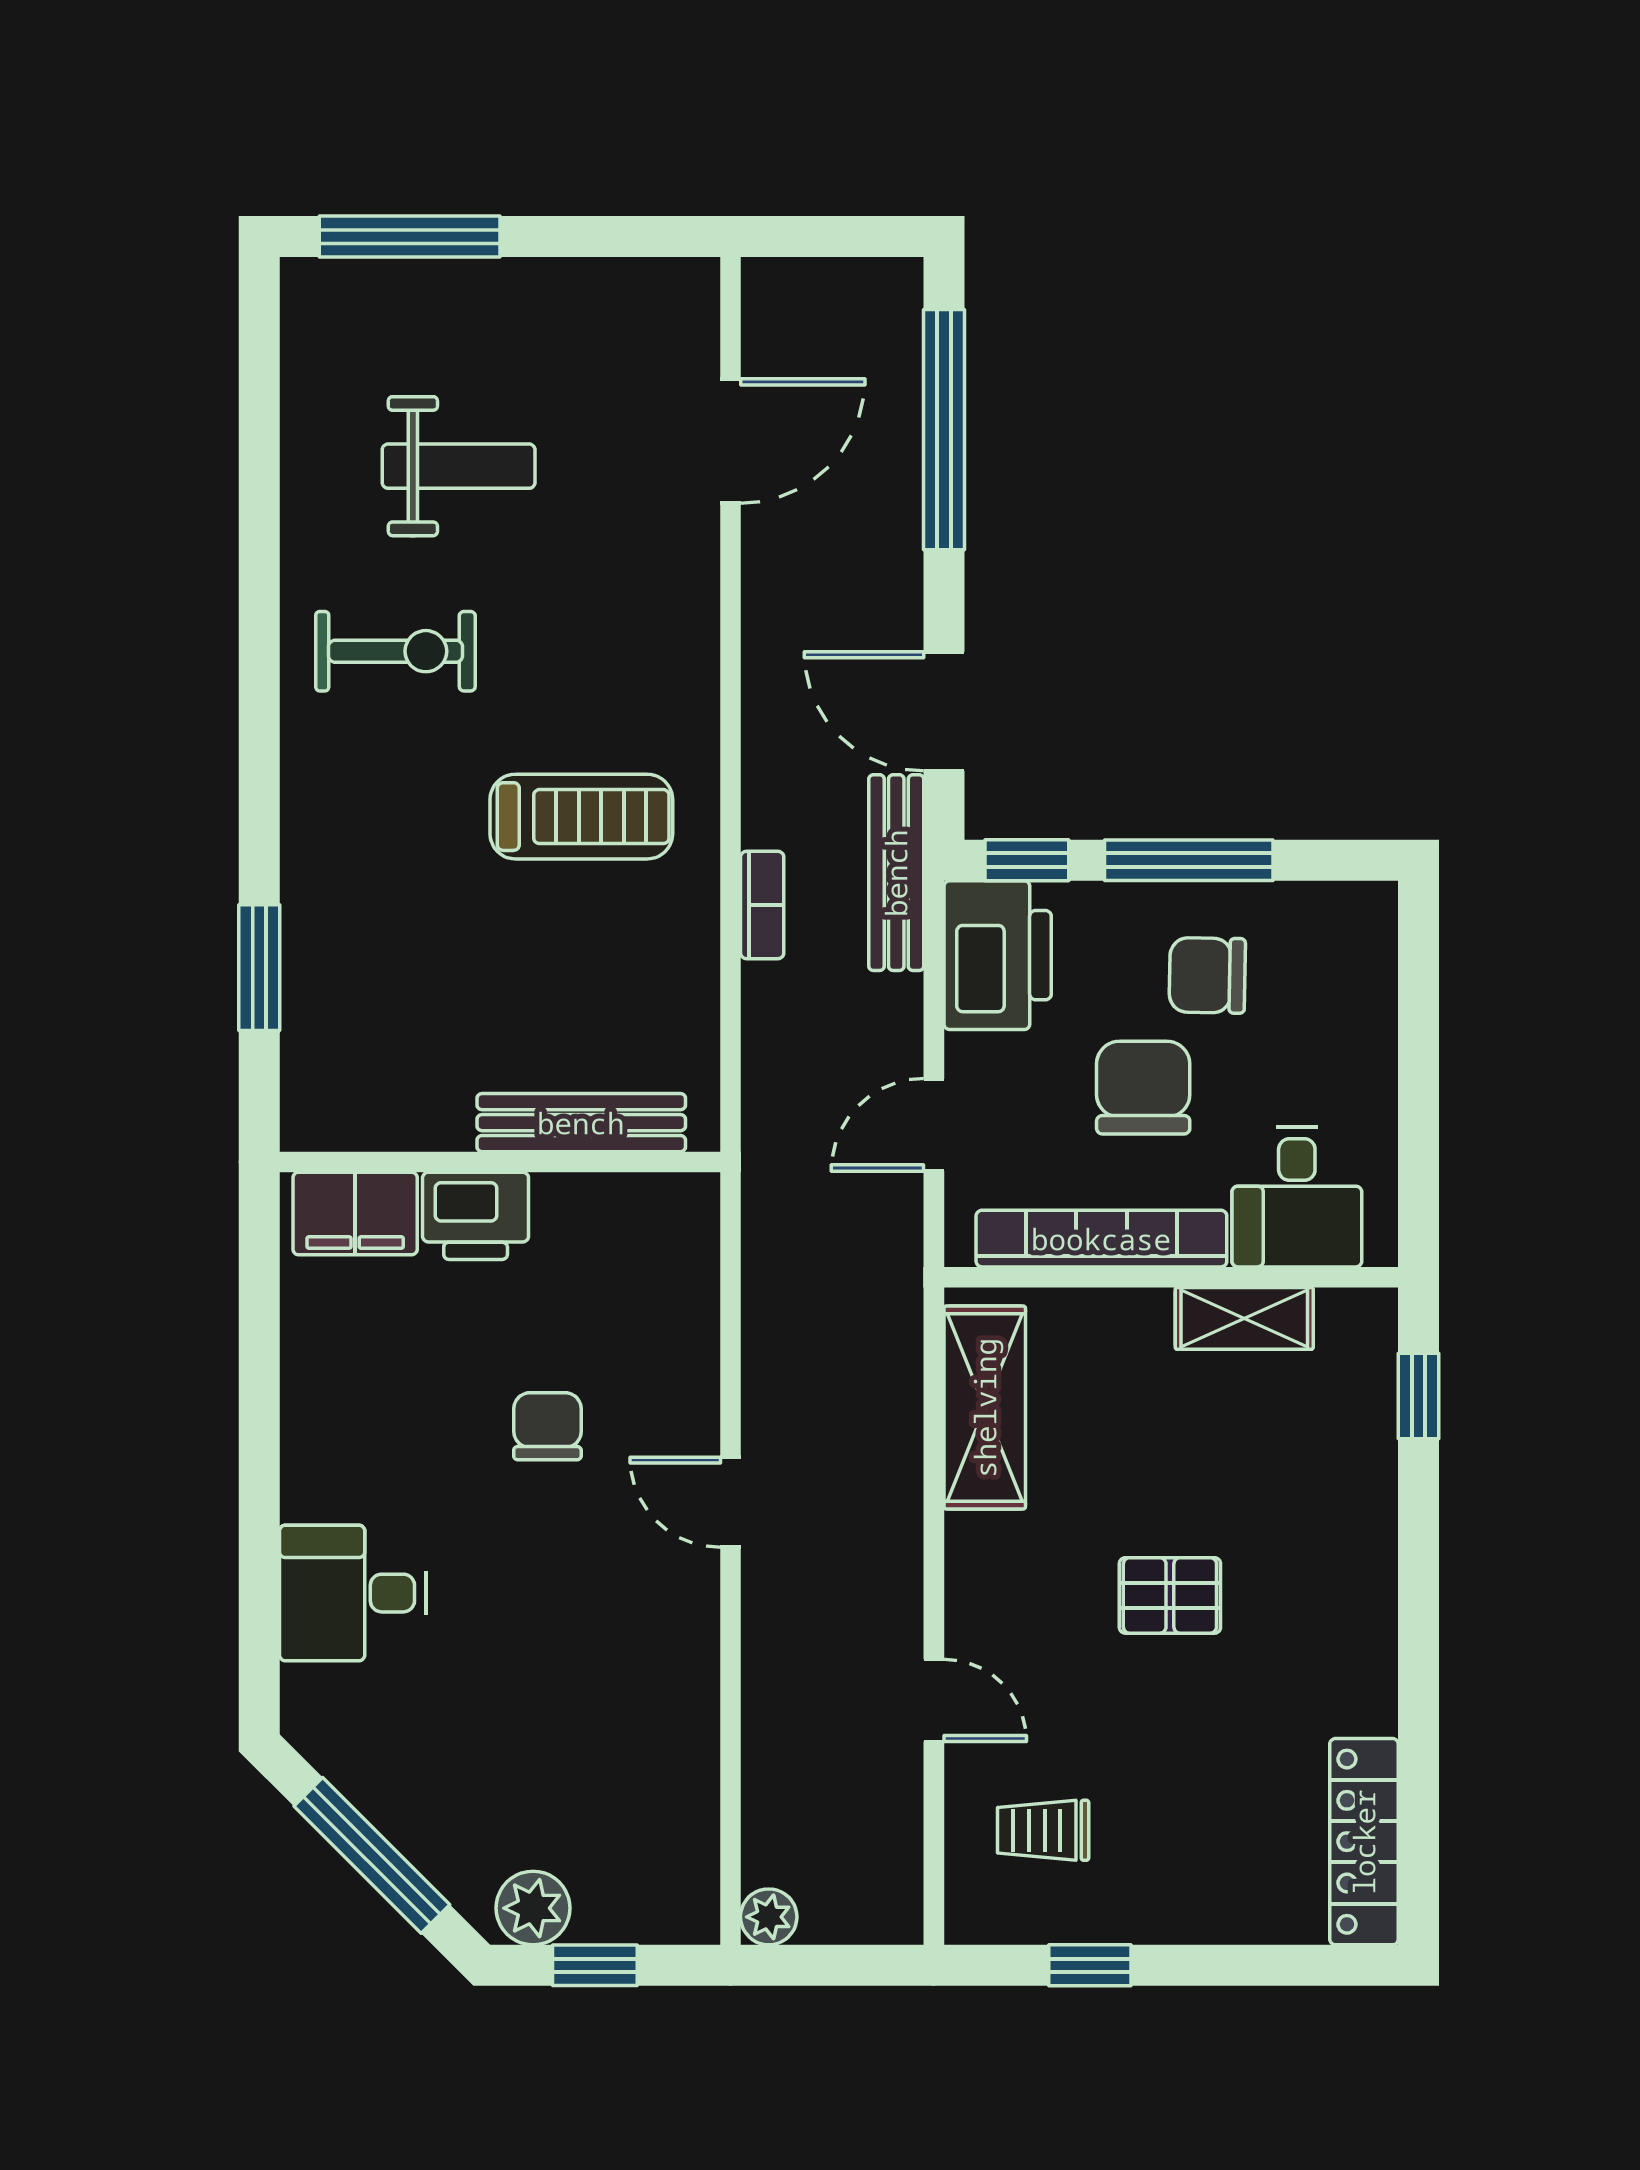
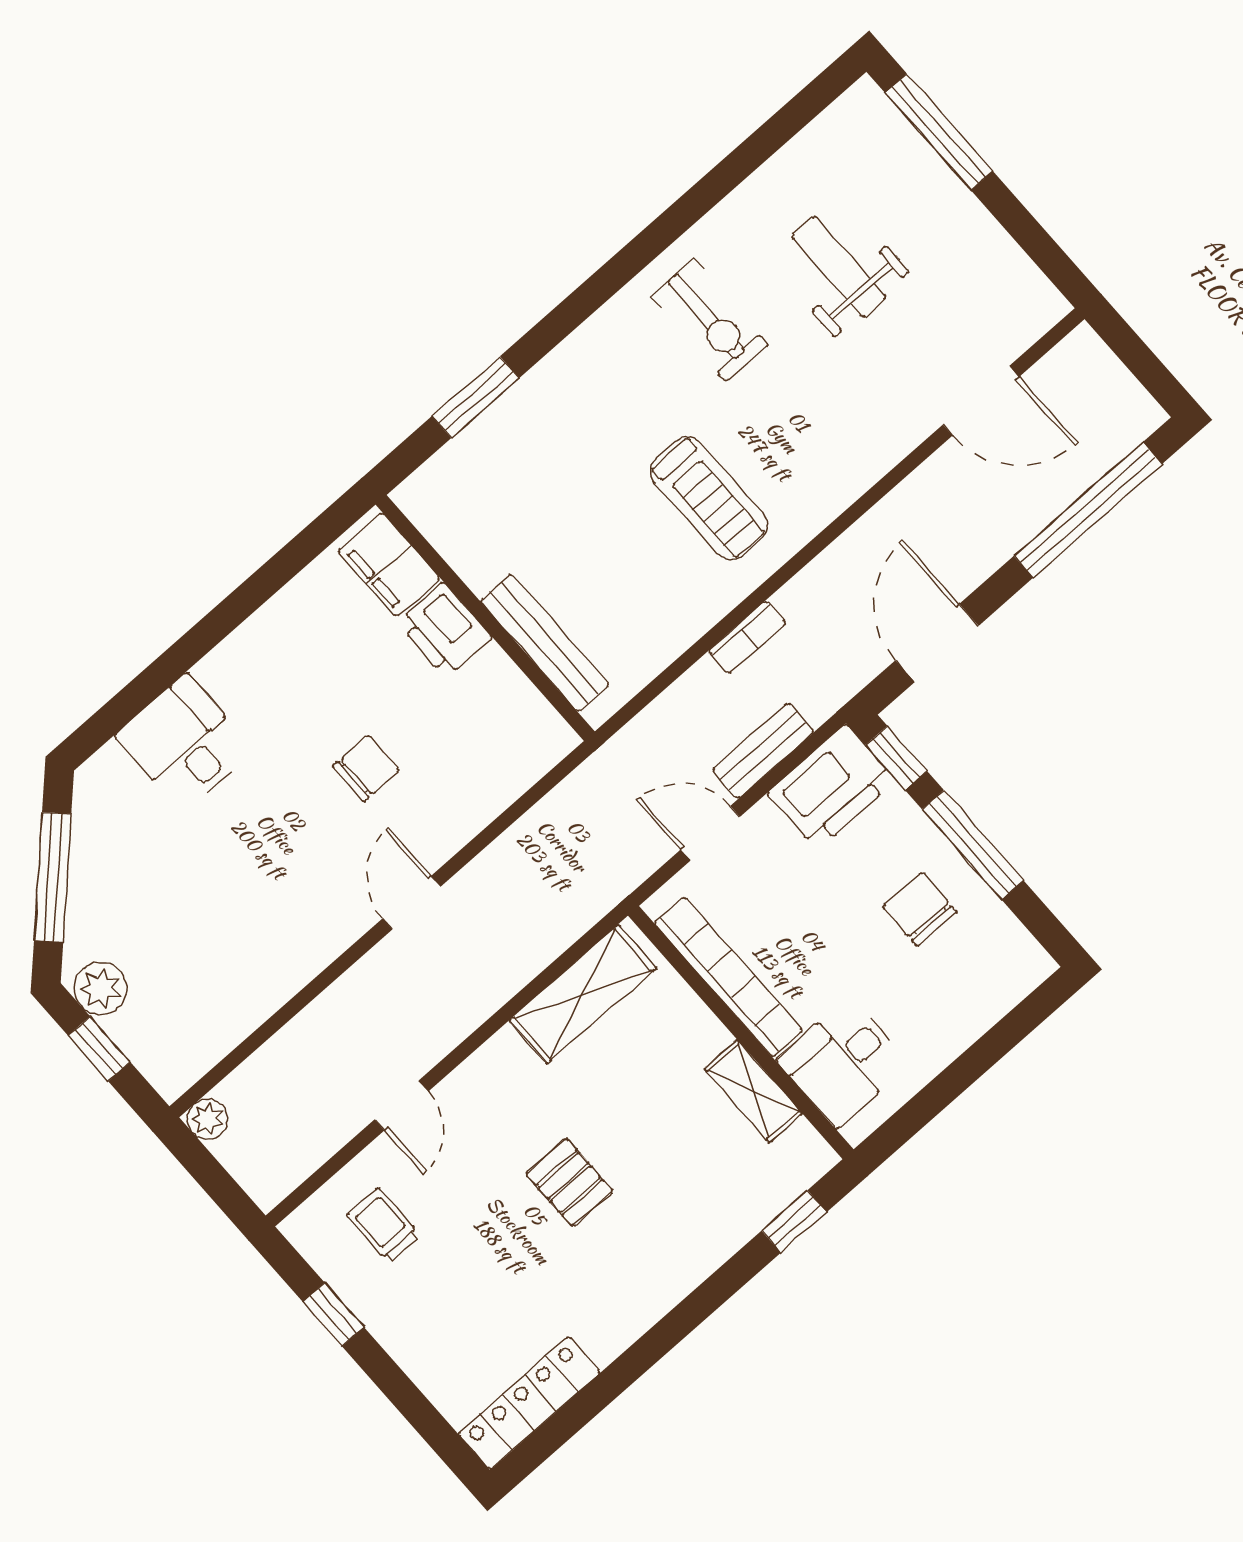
weight bench: (459, 466) -> (839, 267), turned 180
bench: (896, 873) -> (763, 751), moved, width x0.73
chair: (1143, 1088) -> (829, 928), removed

